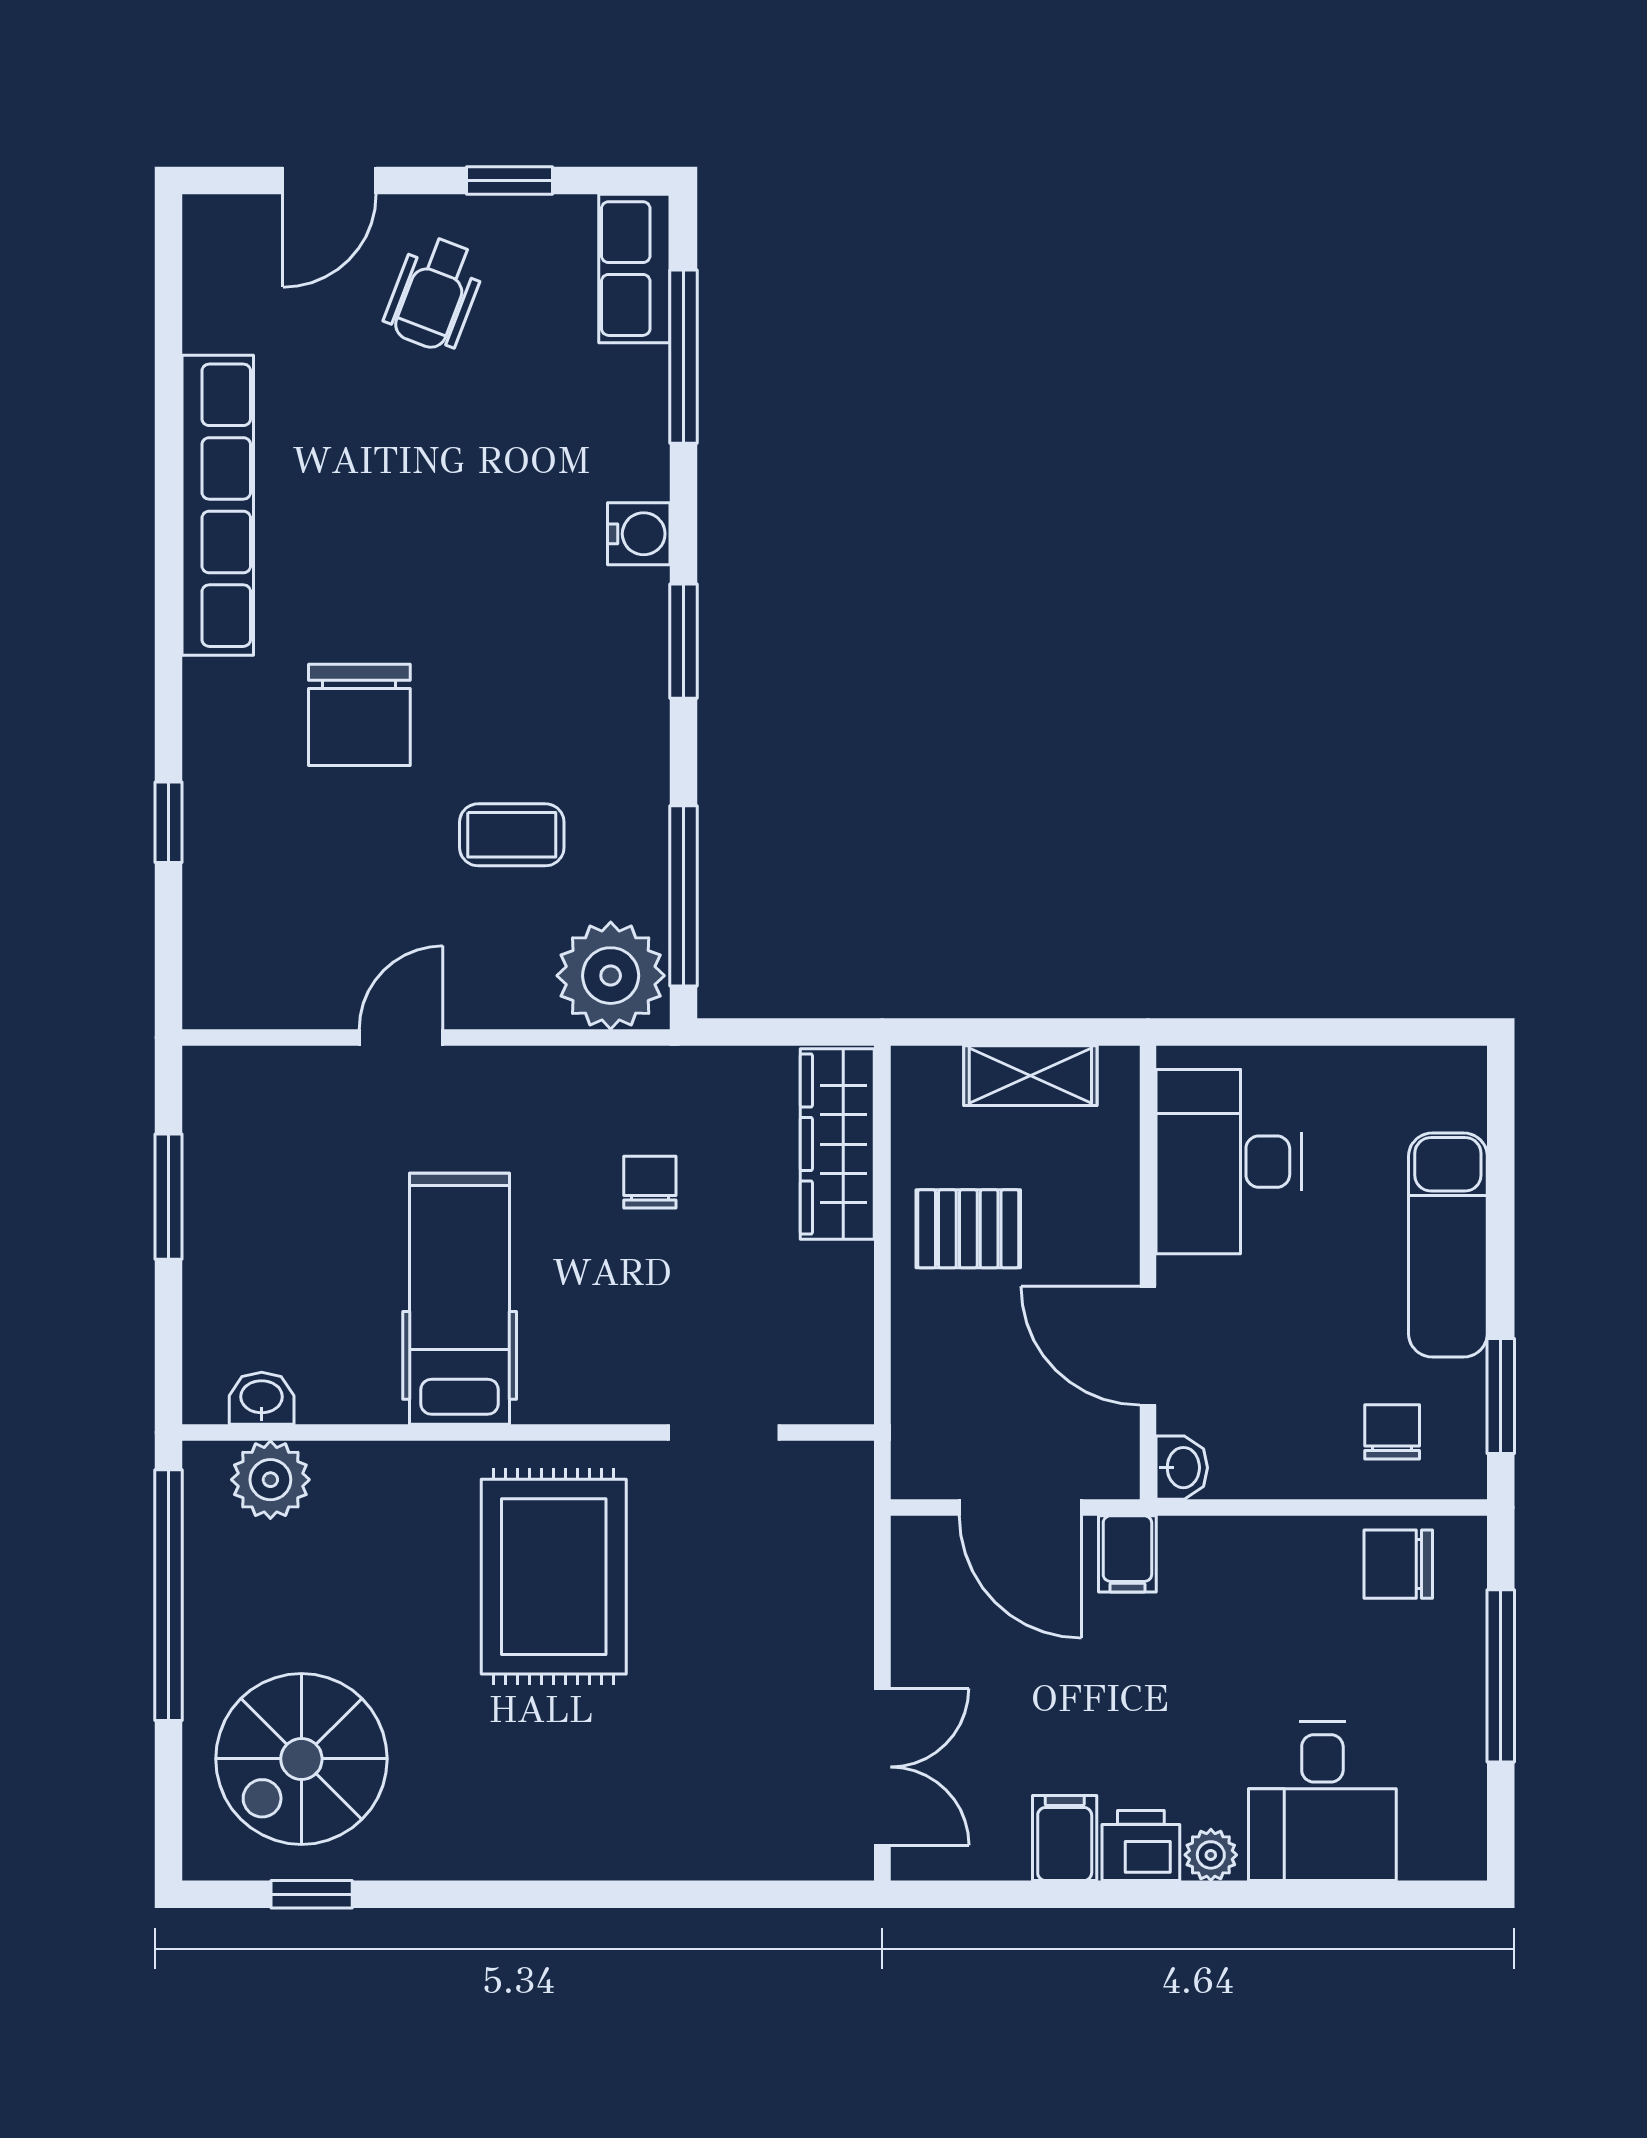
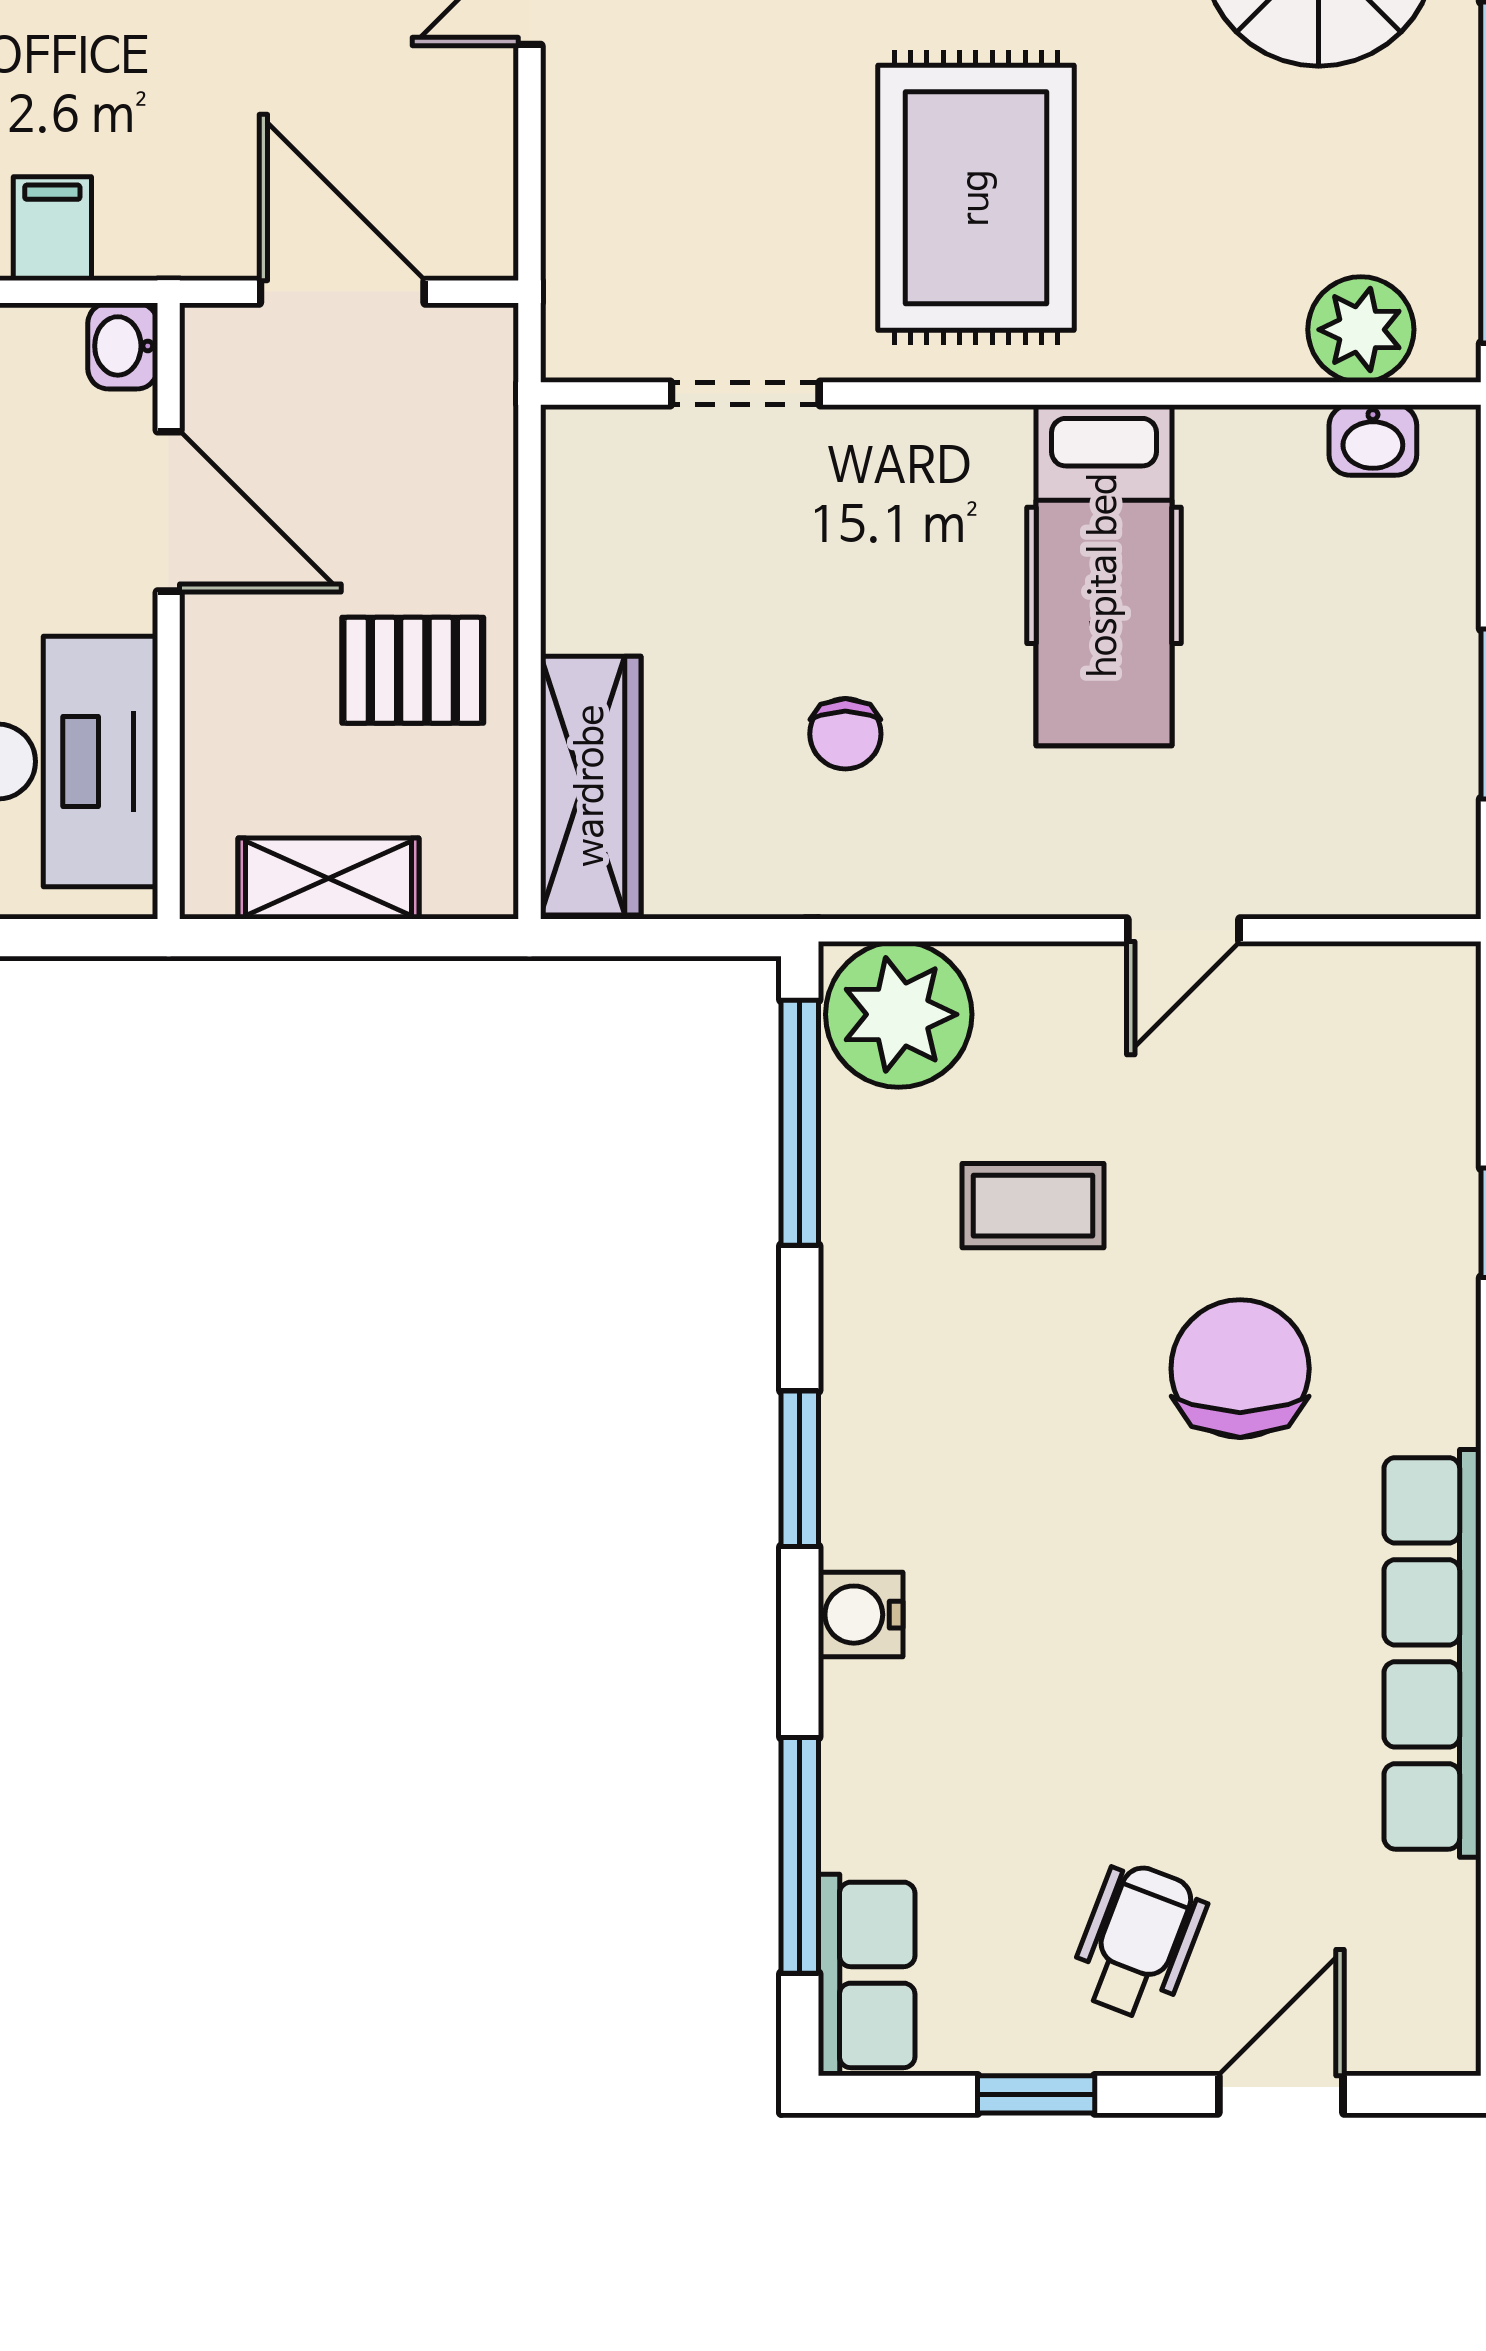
filing cabinet: (1127, 1554) -> (52, 229), moved

